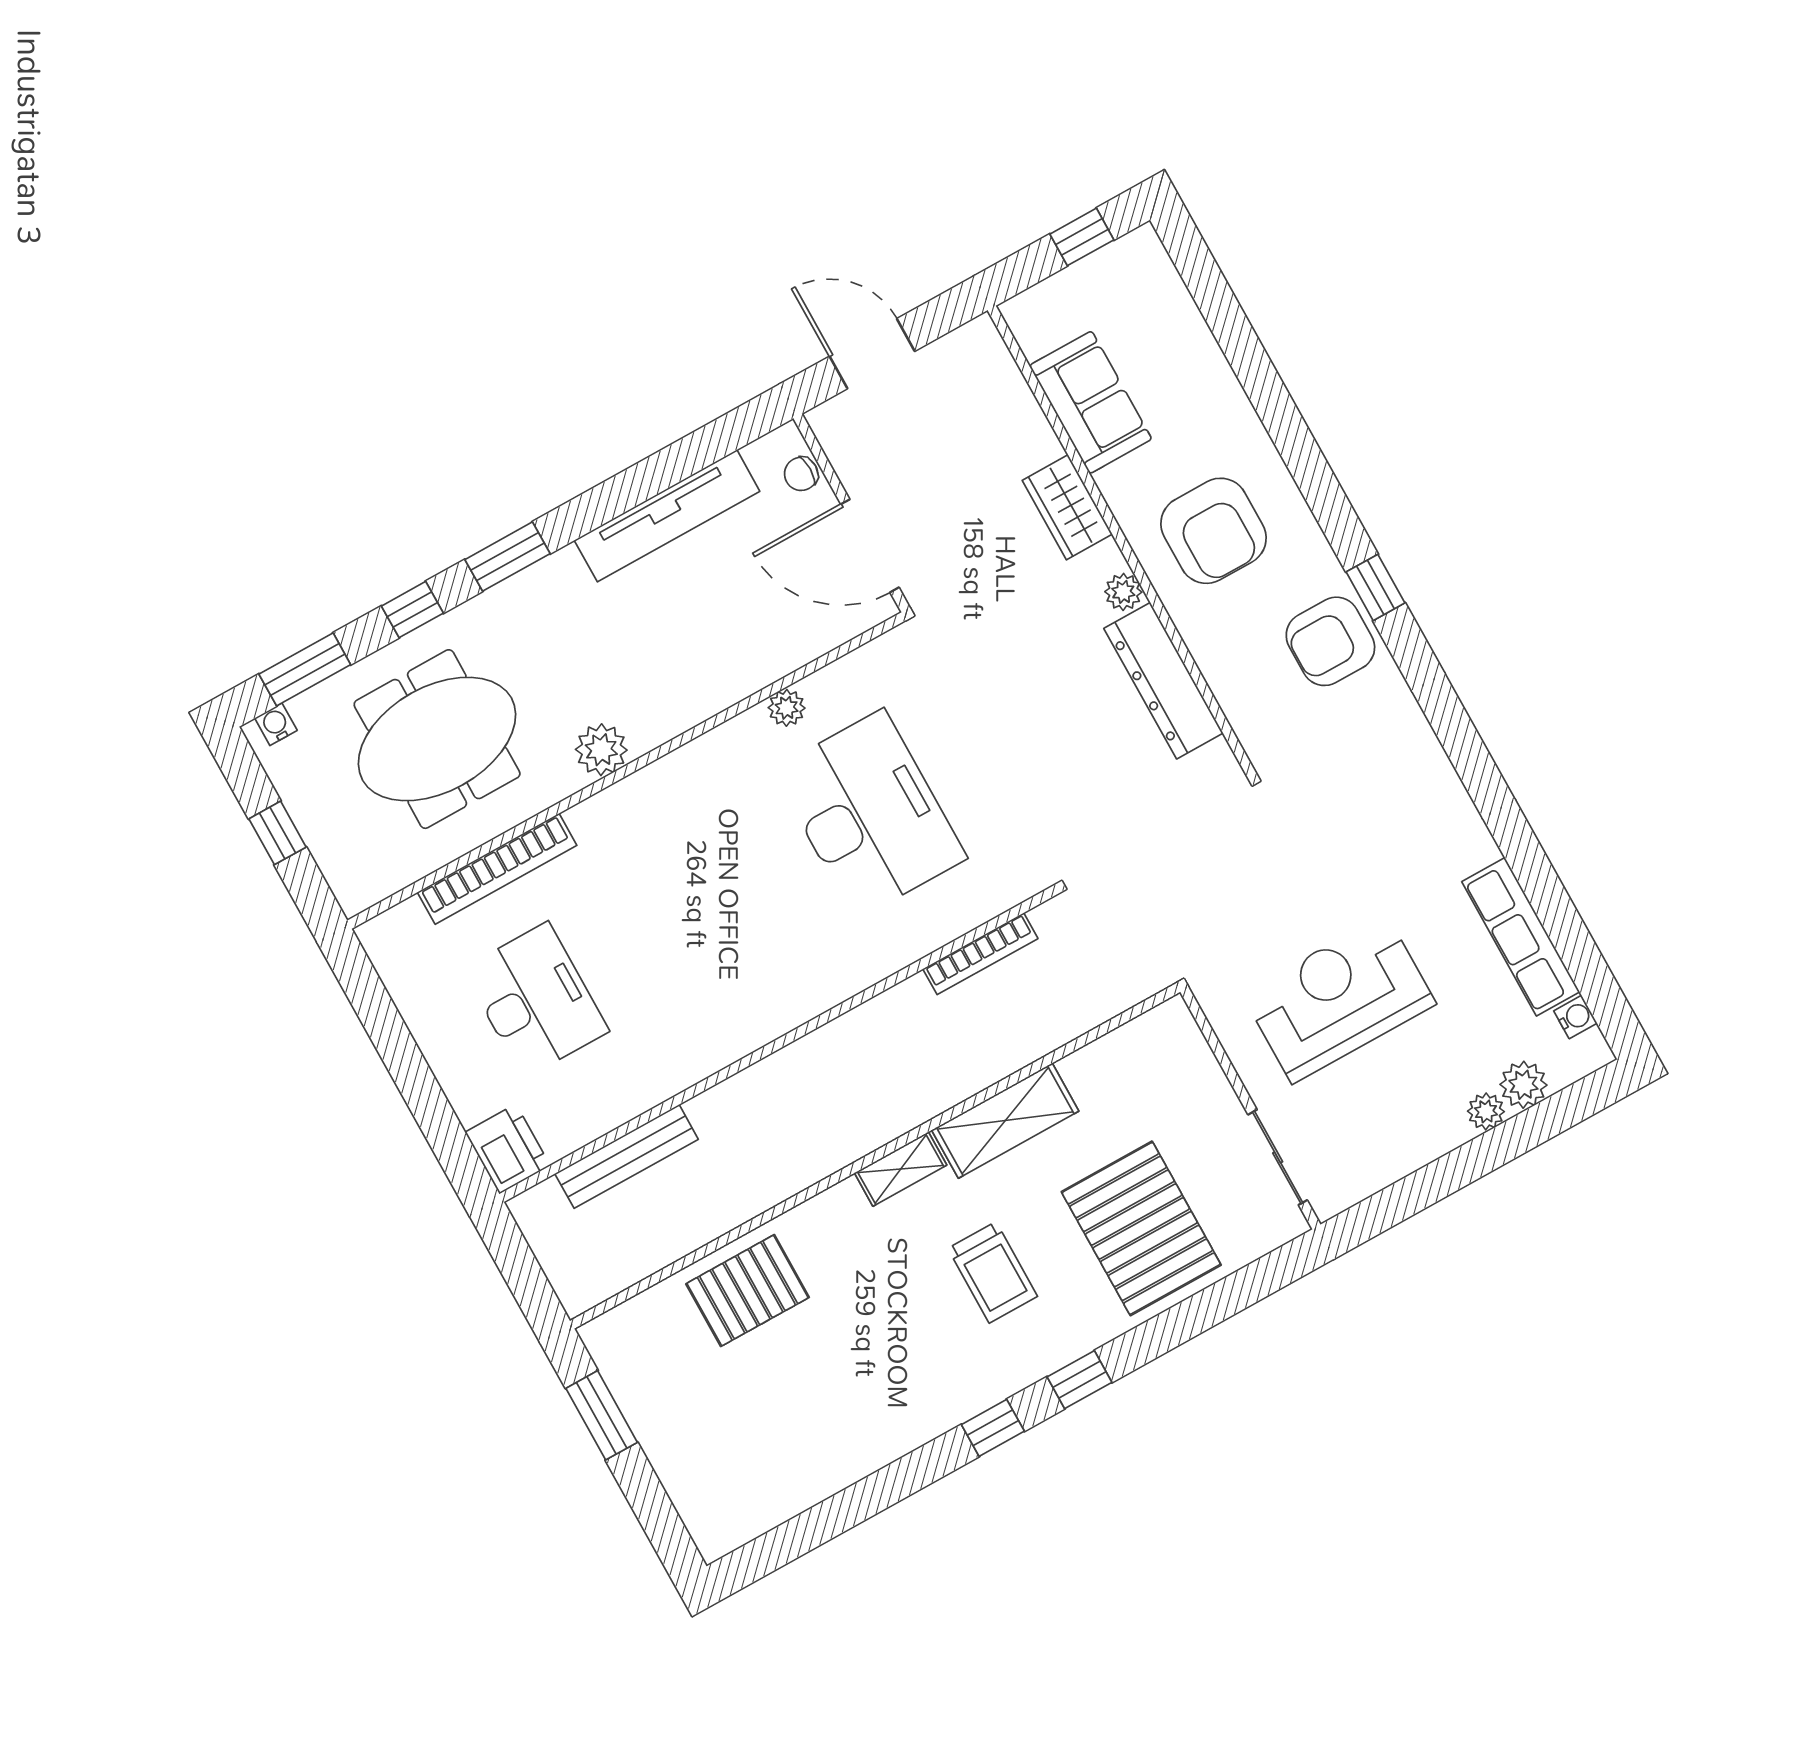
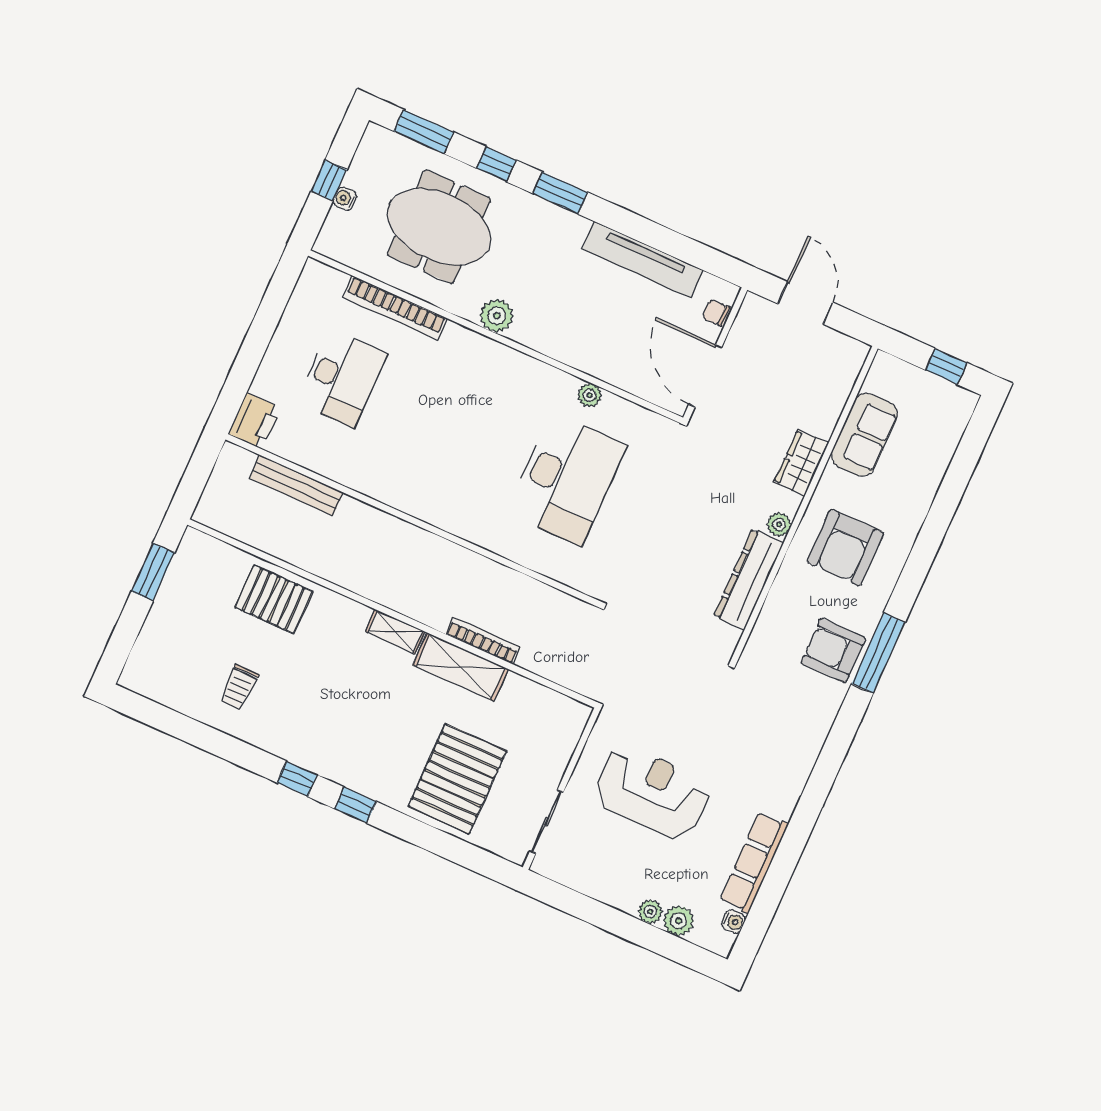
window: (1376, 587) -> (878, 653), width x2.17
water cooler: (276, 724) -> (345, 199), moved, turned -90
bookcase: (980, 954) -> (483, 641), moved, turned 180
trolley: (993, 1272) -> (239, 687), moved, width x0.73, depth x0.72

